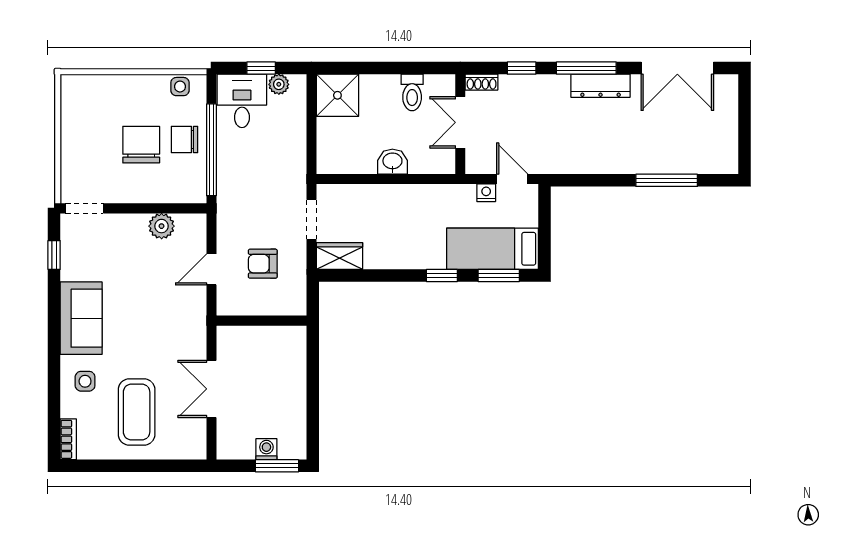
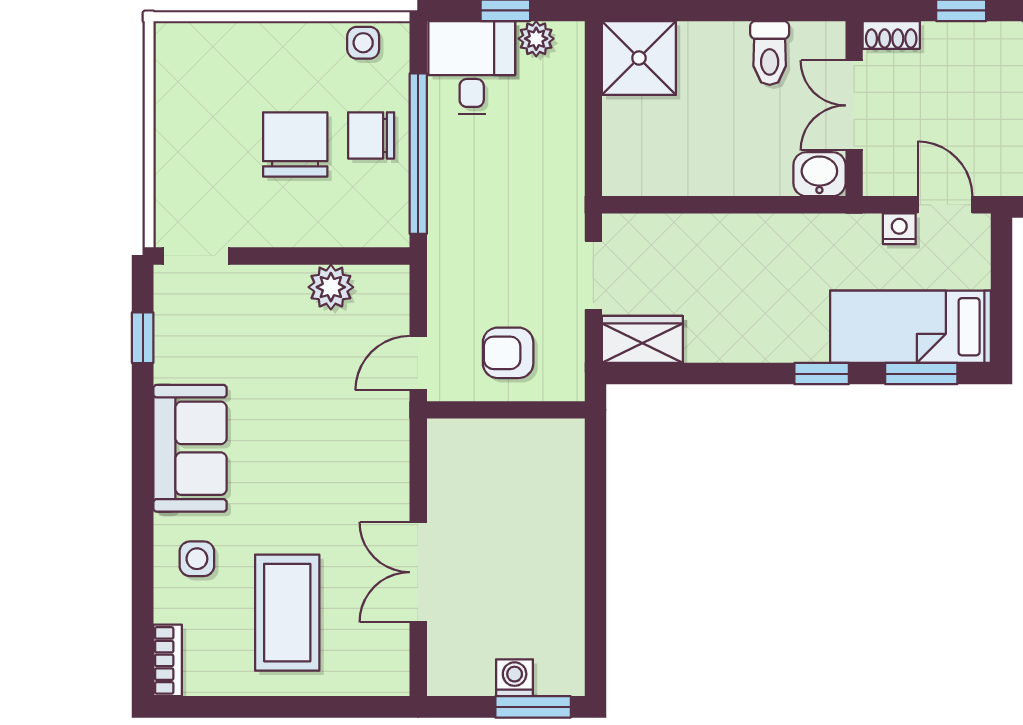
washbasin: (392, 162) -> (819, 174), moved
wall: (261, 321) -> (506, 410), moved

